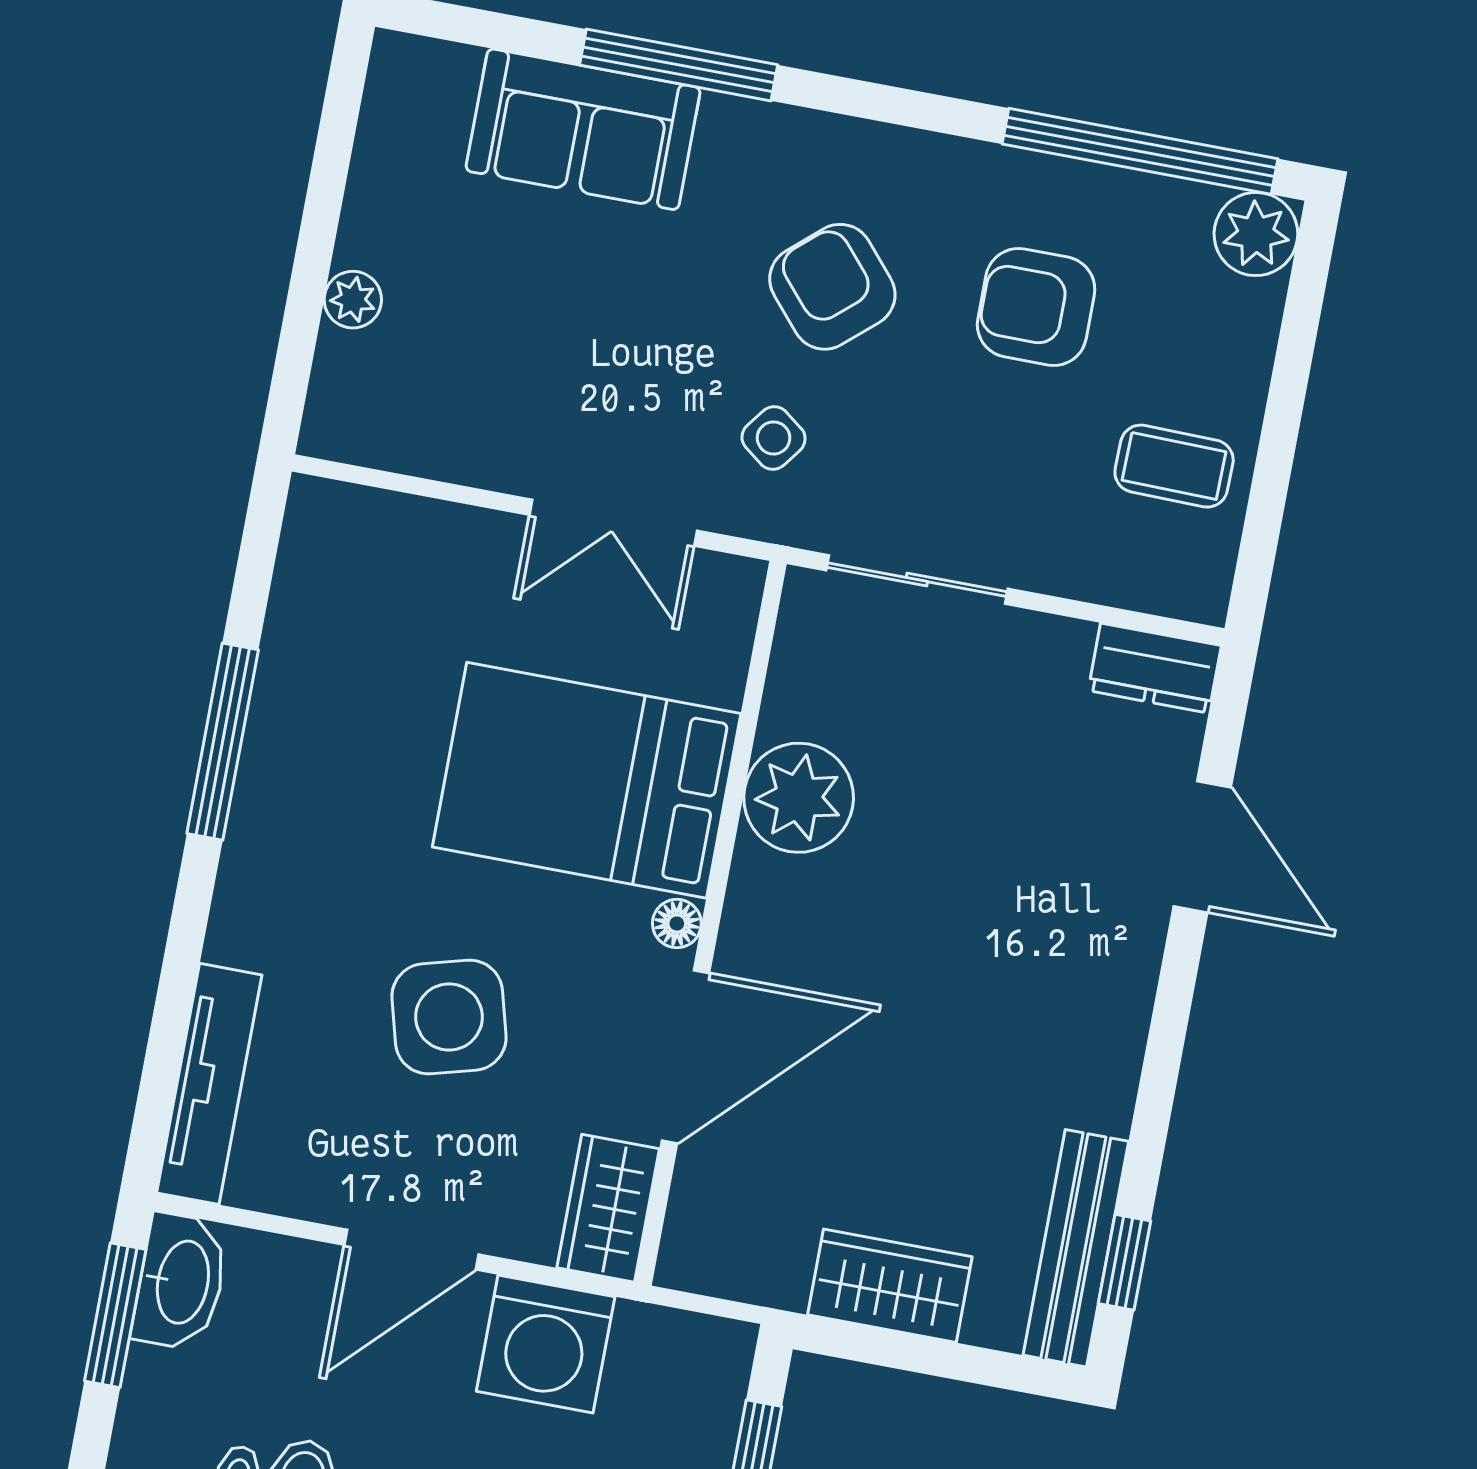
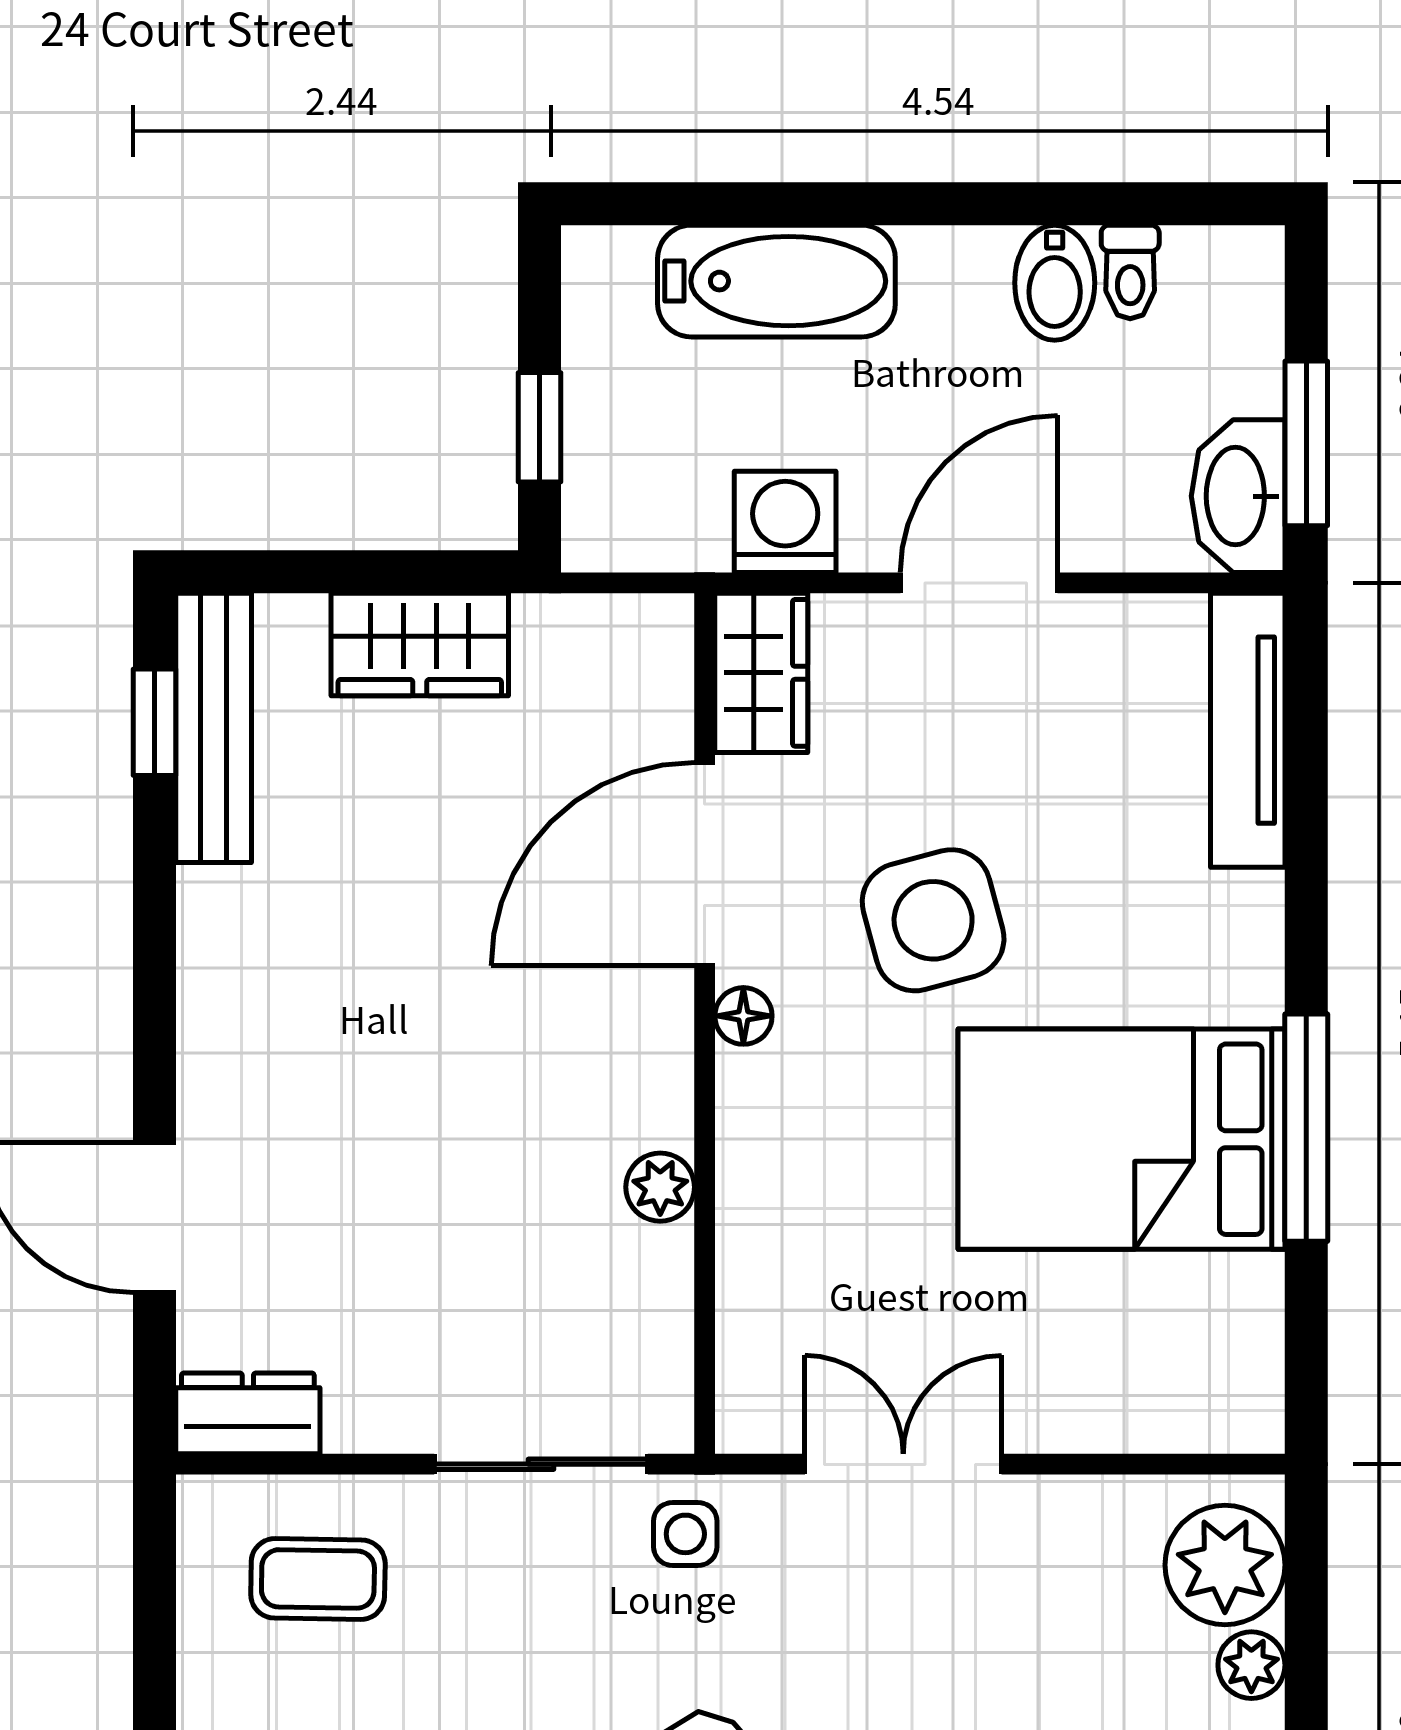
plant: (359, 388) -> (1225, 1565), added
side table: (774, 438) -> (685, 1534), moved, turned -37
coffee table: (1174, 466) -> (318, 1579), moved
bed: (587, 780) -> (1122, 1139), moved, turned 180
plant: (799, 798) -> (660, 1187), width x0.53, depth x0.53
side table: (449, 1017) -> (933, 920), moved
washing machine: (546, 1344) -> (785, 522), width x0.73, depth x0.73

